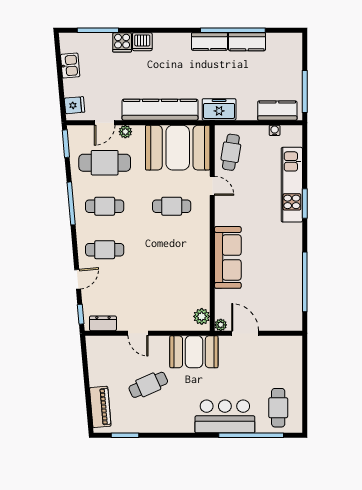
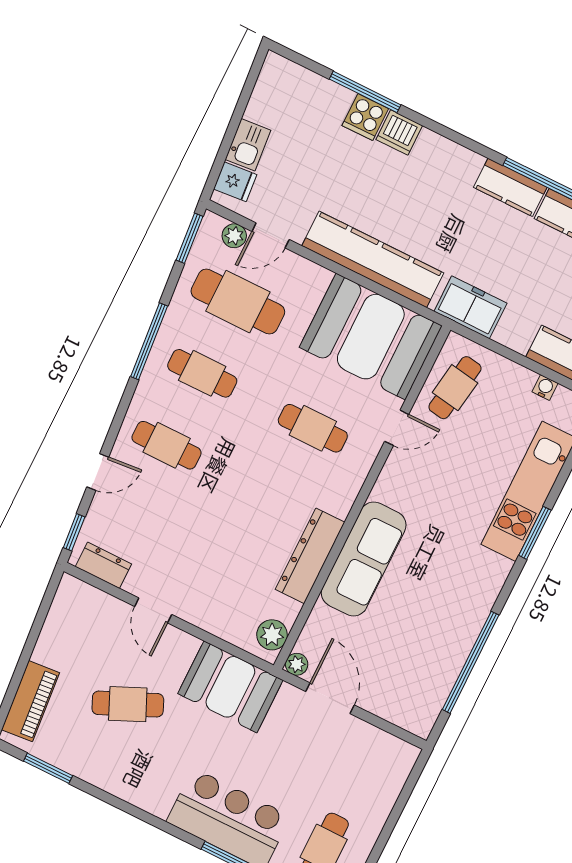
window: (98, 30) -> (365, 92), moved
kitchen sink: (70, 66) -> (248, 145), moved
plant: (125, 132) -> (234, 236), moved
door: (212, 186) -> (397, 428), hinge flipped
dresser: (201, 269) -> (310, 556), added

